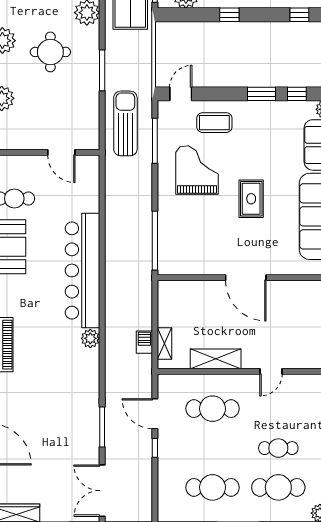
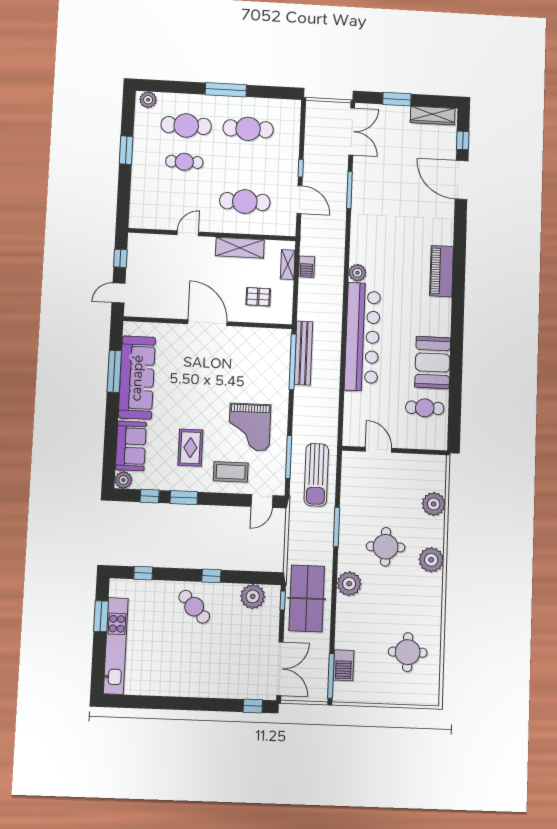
rug: (251, 199) -> (190, 448), moved
bench: (144, 250) -> (303, 353), added
pallet: (194, 308) -> (258, 297), added

